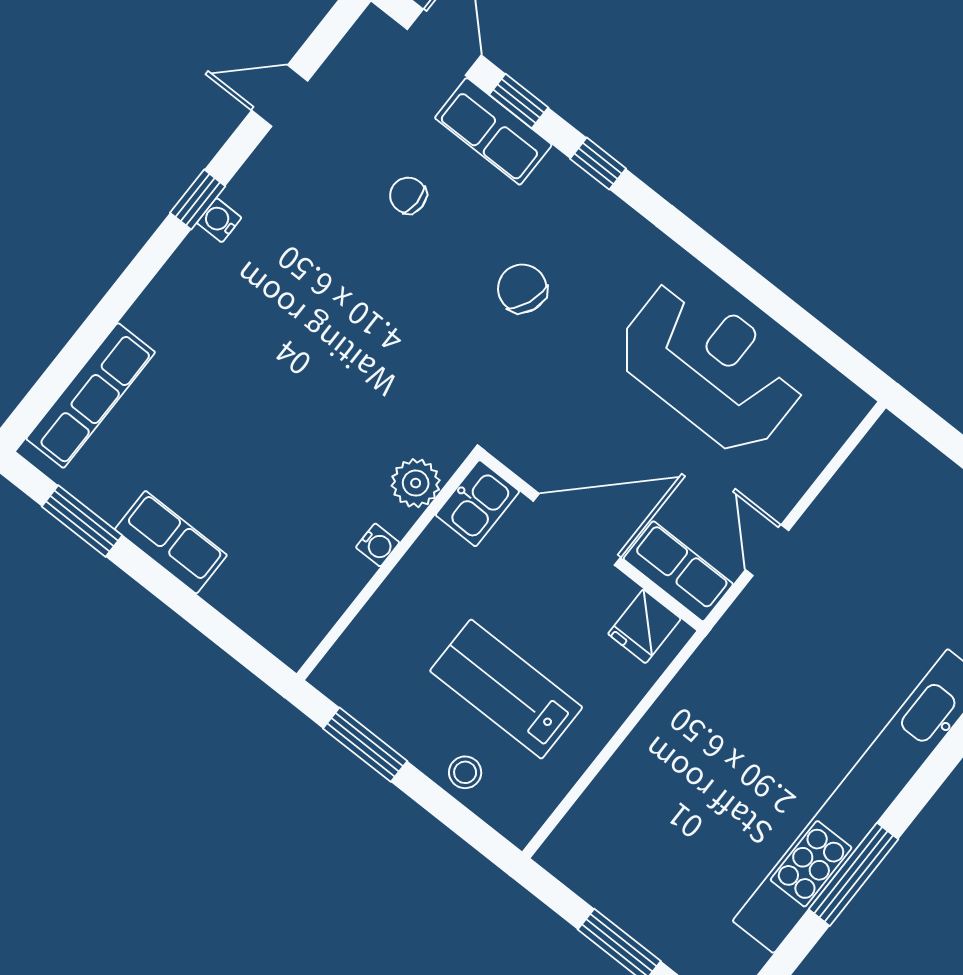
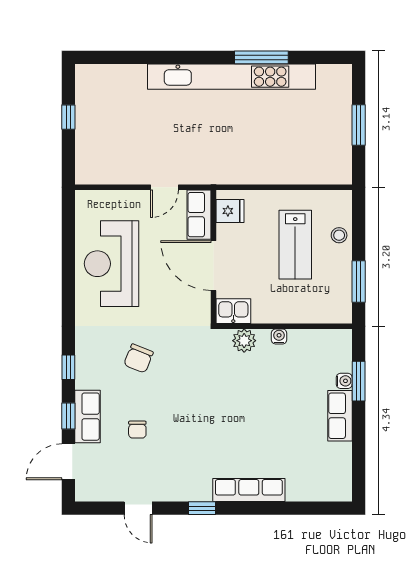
water cooler: (219, 220) -> (344, 381), moved, turned -90
row of seats: (91, 396) -> (249, 490), moved
window: (82, 521) -> (359, 381), moved

